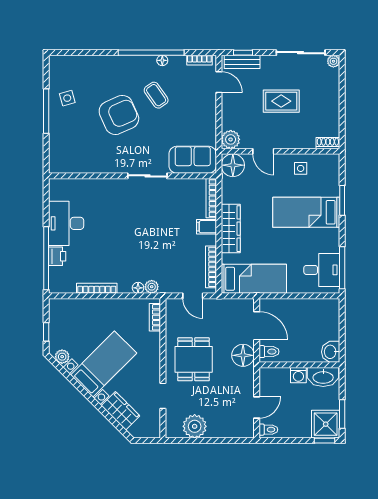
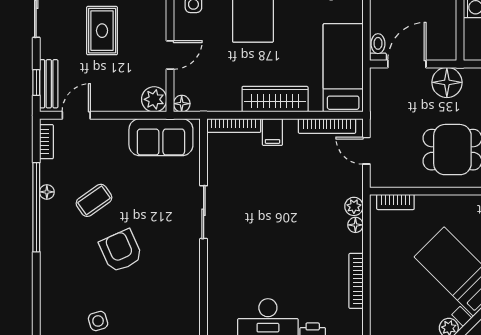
armchair: (119, 115) -> (121, 251), width x0.73, depth x0.73
sofa: (193, 160) -> (161, 137), moved, turned -90
floor lamp: (233, 165) -> (182, 104), width x0.53, depth x0.53
door: (193, 296) -> (366, 151), swing flipped
toilet: (269, 352) -> (378, 47), moved

